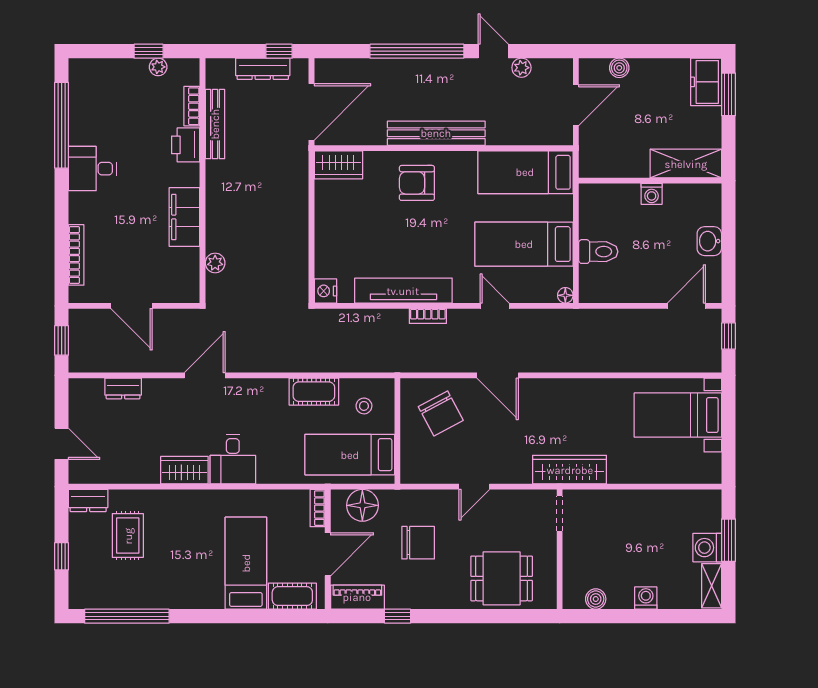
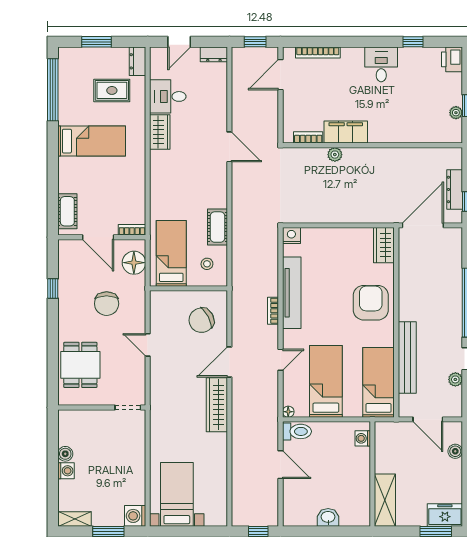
bookcase: (192, 106) -> (308, 137), moved
door: (312, 112) -> (423, 225), swing flipped
bench: (215, 124) -> (414, 154), removed
window: (62, 125) -> (413, 42), width x0.32
bench: (436, 133) -> (407, 358), moved
printer: (186, 145) -> (452, 59), moved, turned -90
armchair: (417, 183) -> (371, 303), width x1.36, depth x1.36
washing machine: (652, 194) -> (363, 438), moved
toilet: (598, 252) -> (297, 431), moved, turned -90
plant: (215, 263) -> (335, 155), moved
door: (132, 306) -> (280, 75), moved
door: (686, 306) -> (280, 465), moved
dresser: (123, 388) -> (214, 54), moved, turned -90
bed with nightstands: (678, 415) -> (177, 494), moved
desk: (233, 459) -> (168, 96), moved
wardrobe: (570, 470) -> (217, 405), moved, turned 180
washing machine: (707, 548) -> (135, 516), moved, turned -90
window: (62, 556) -> (97, 42), width x1.50
bed: (246, 563) -> (92, 141), moved
piano: (357, 597) -> (67, 259), removed
boiler: (596, 599) -> (65, 454), moved

